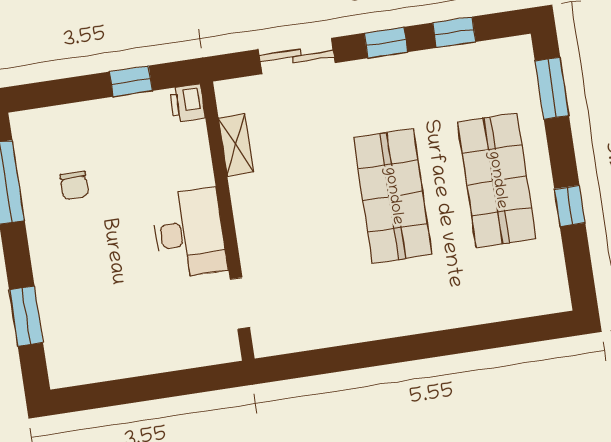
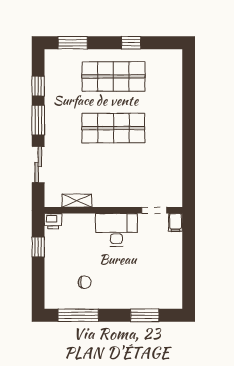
window: (386, 43) -> (38, 120), width x1.50
filing cabinet: (222, 350) -> (175, 223), added

